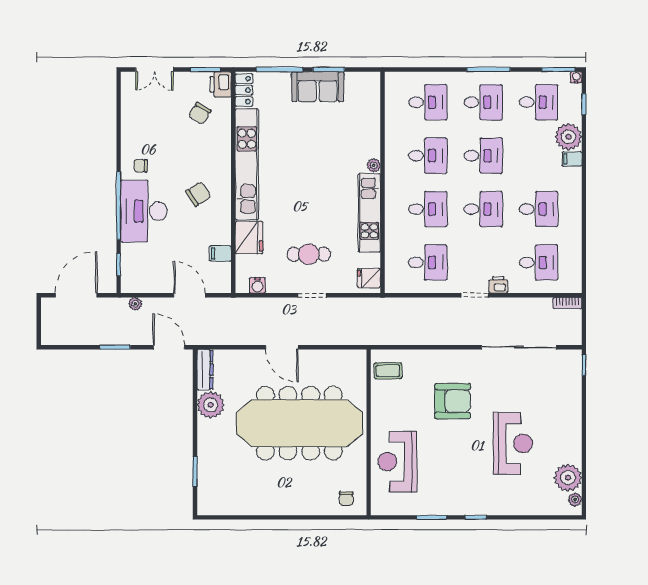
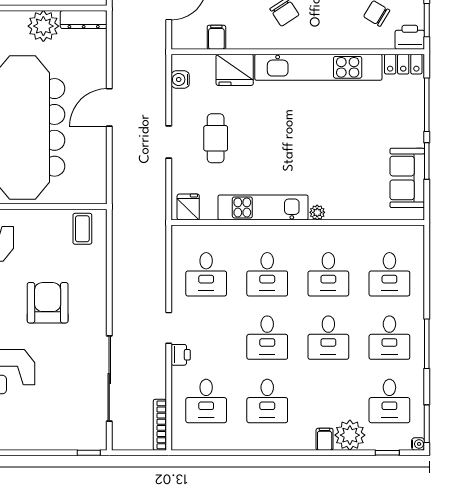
sofa: (318, 87) -> (407, 178), moved
bookcase: (567, 303) -> (160, 425), width x1.56
armchair: (453, 401) -> (48, 303), turned 180

